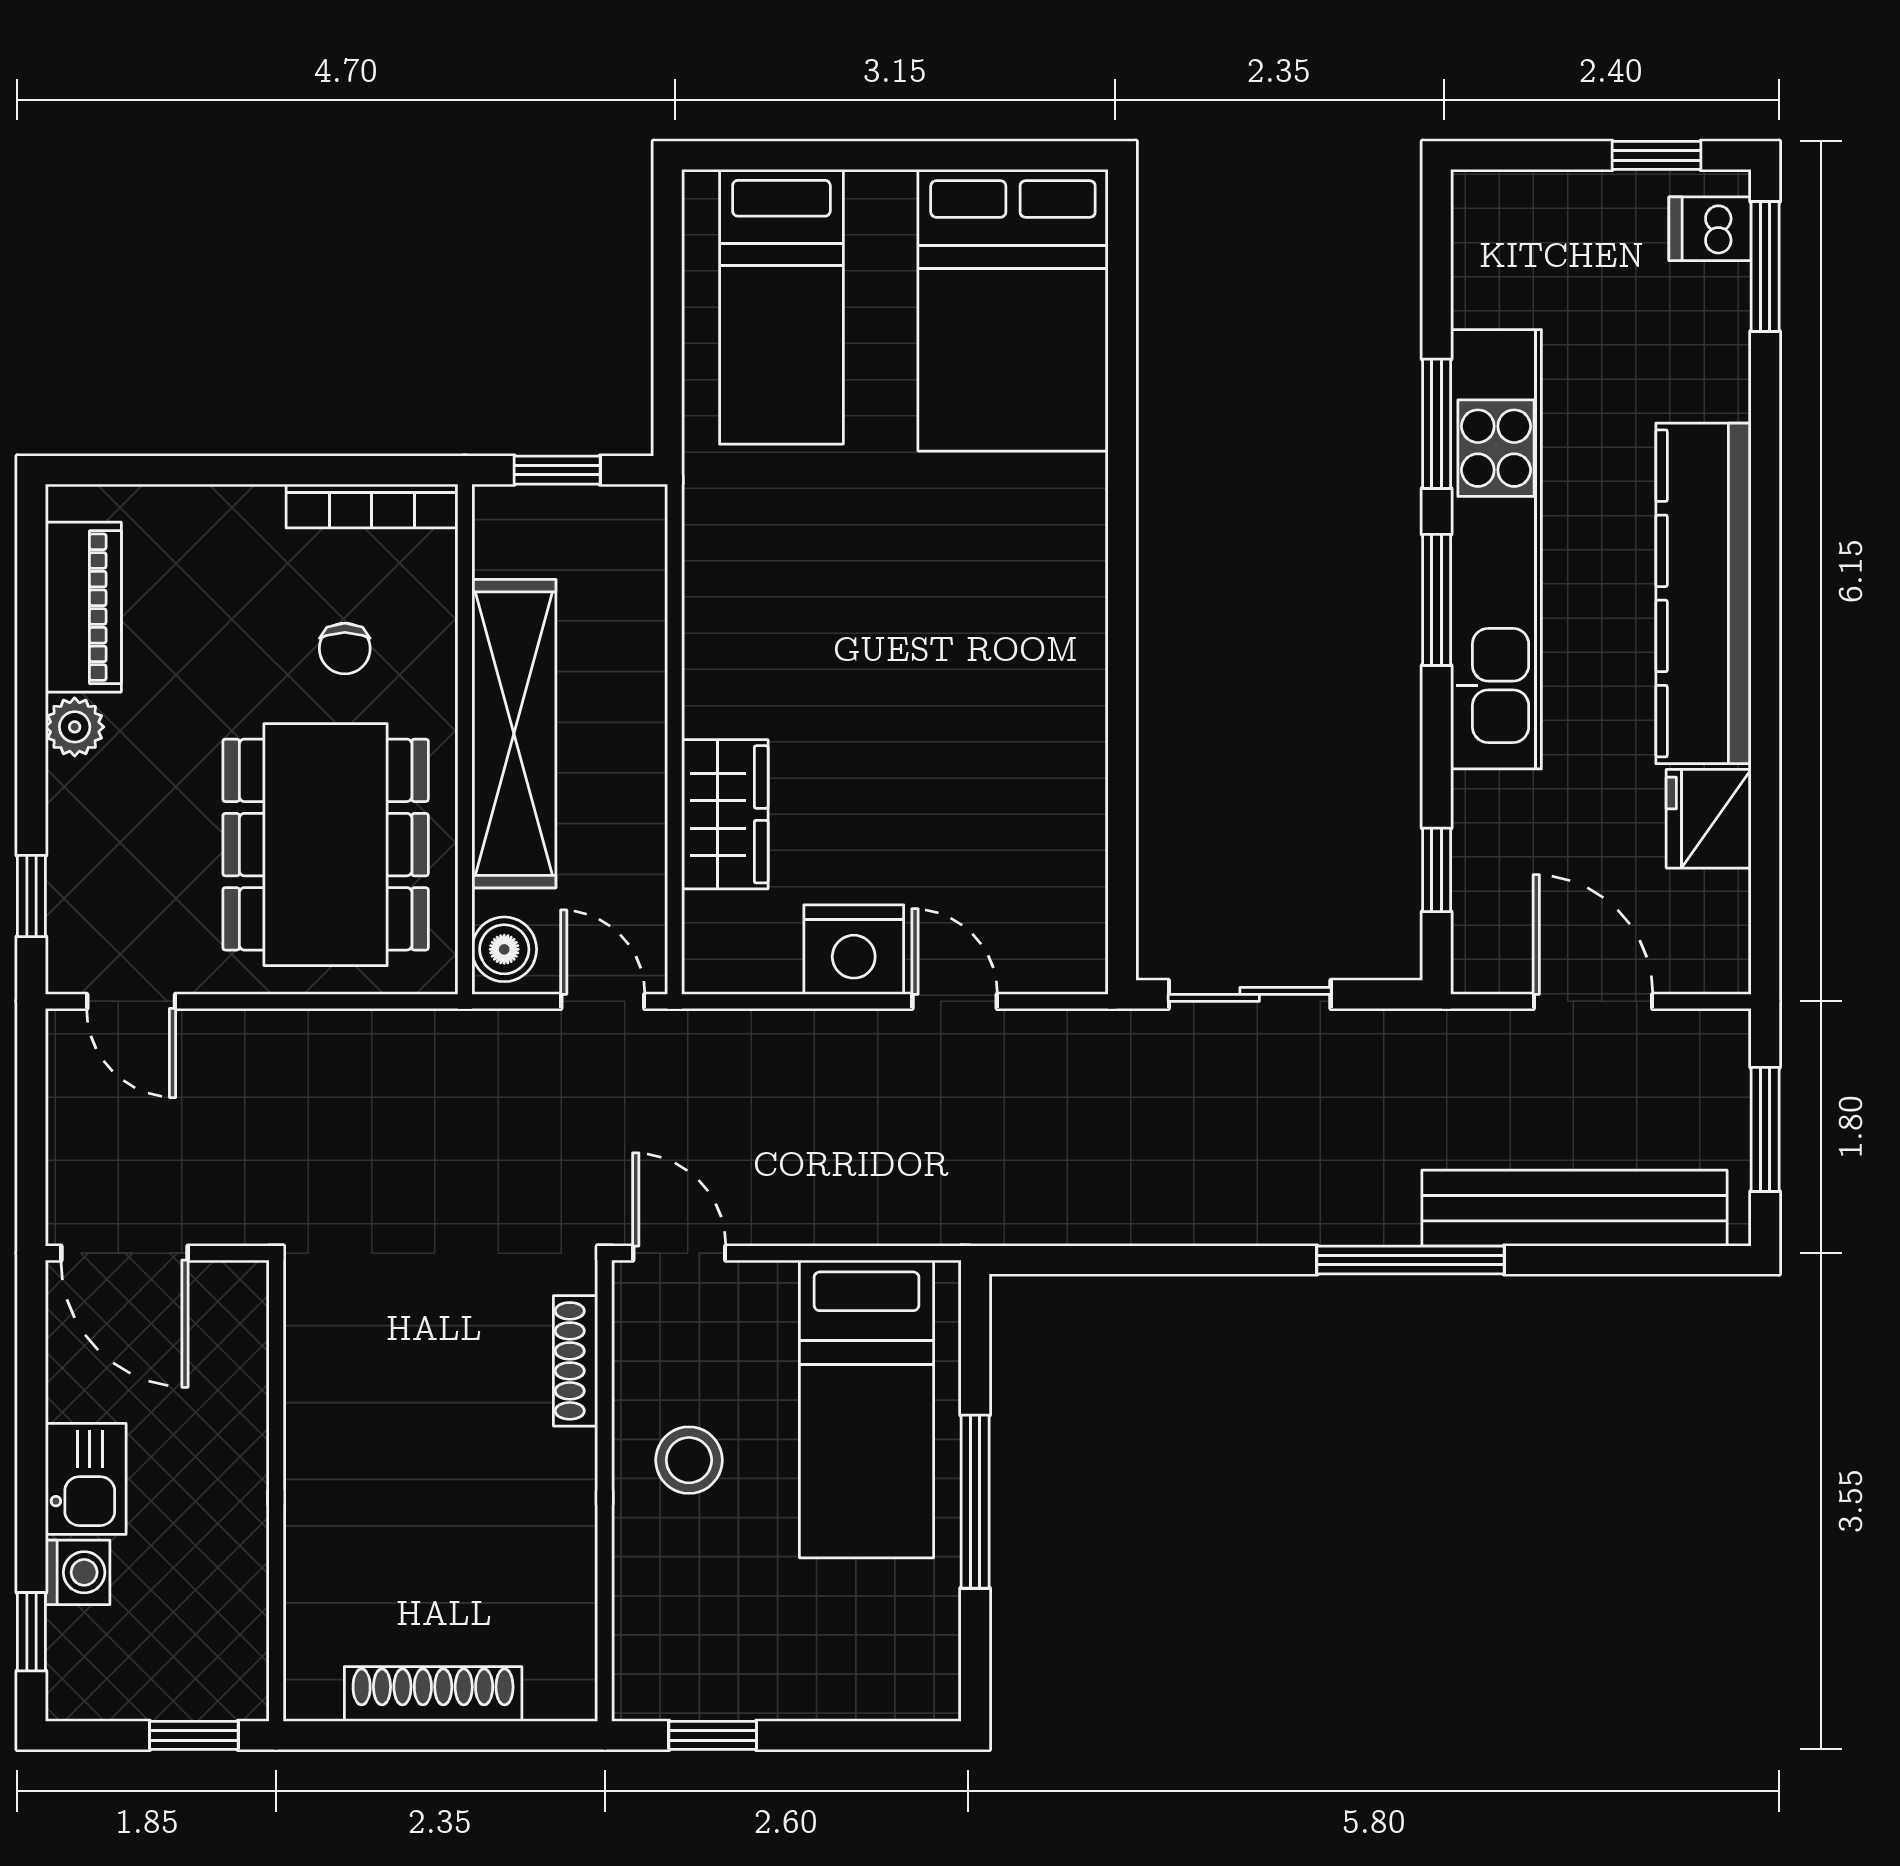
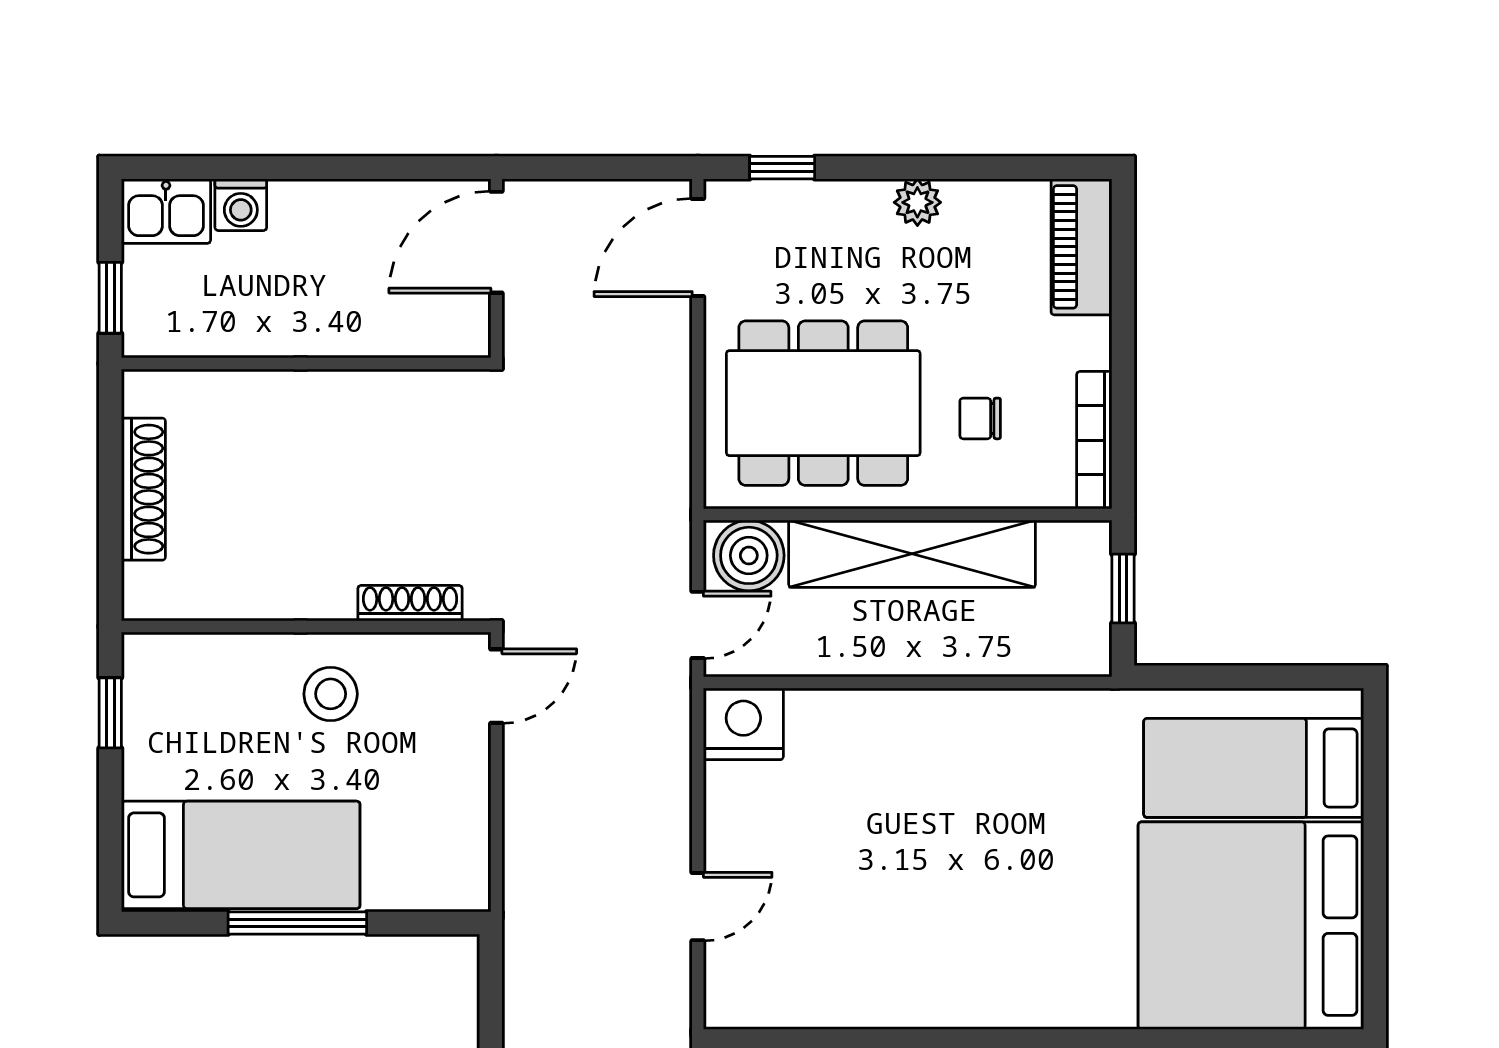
bed: (1013, 310) -> (1251, 926), width x1.36
piano: (83, 607) -> (1081, 247), moved, turned 90
wardrobe: (725, 814) -> (847, 723), removed
boiler: (504, 949) -> (749, 555), width x1.36, depth x1.36
nightstand: (854, 950) -> (743, 724), moved, turned 90
door: (131, 1001) -> (698, 247), width x1.38
bed: (867, 1409) -> (241, 855), moved, turned 180
kitchen sink: (86, 1479) -> (166, 211), moved
window: (31, 1632) -> (193, 168), removed

